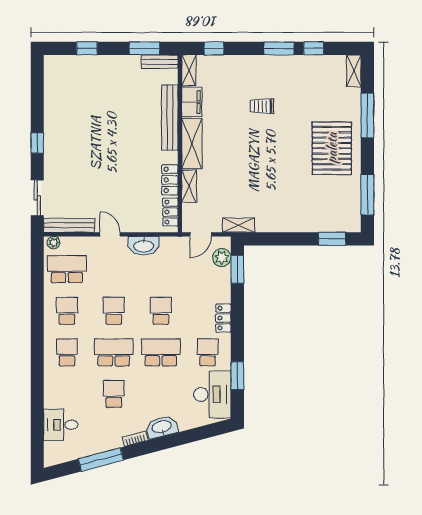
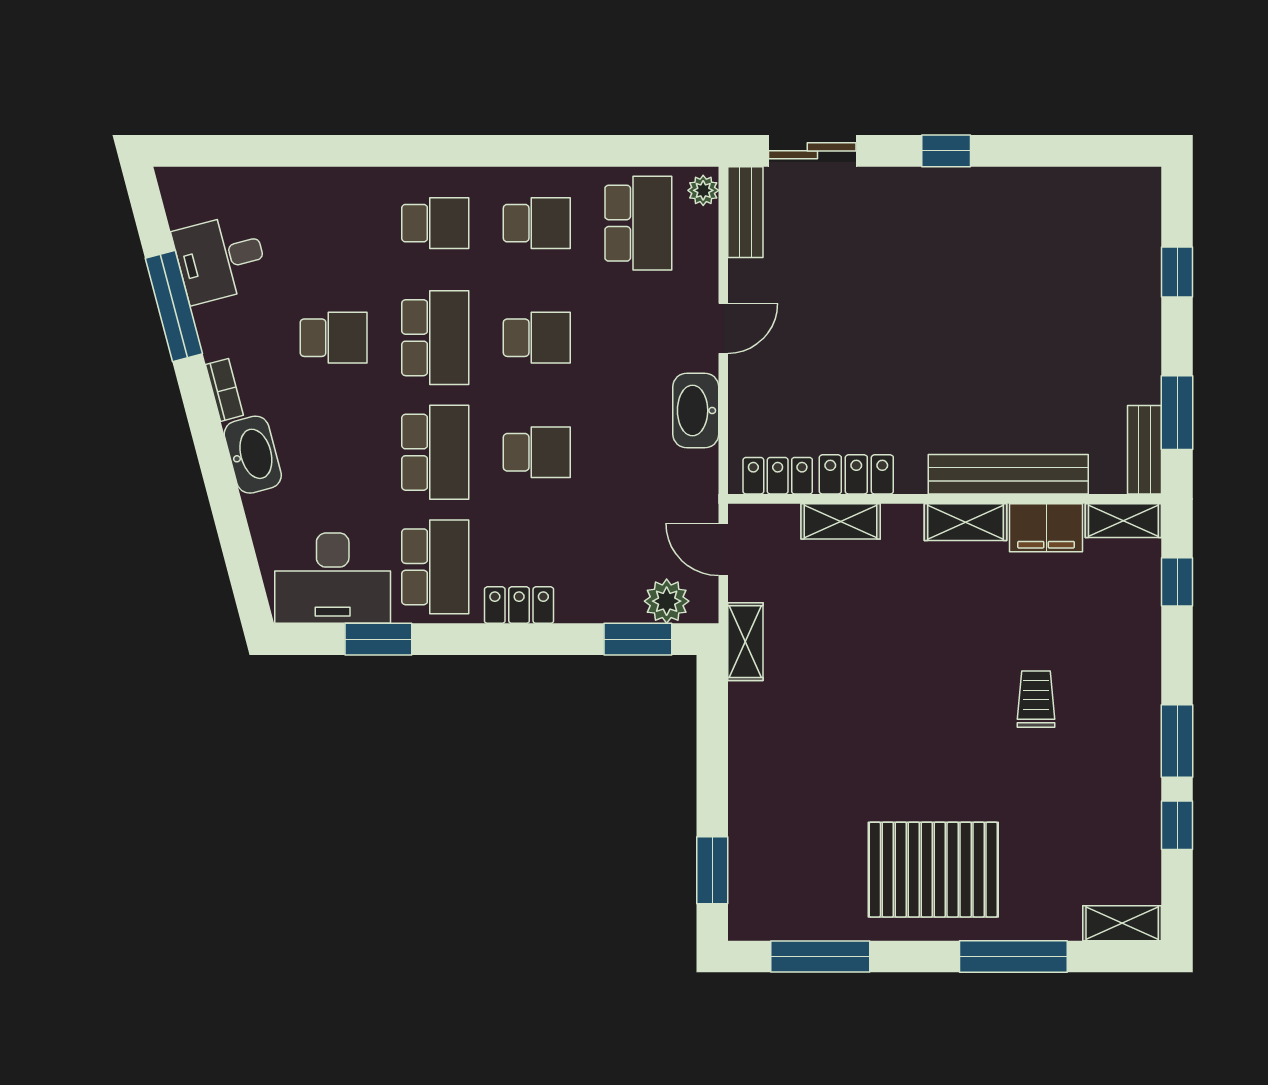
shelving: (192, 144) -> (965, 522), width x0.67, depth x0.75
bench: (69, 225) -> (745, 212), width x0.73
school desk: (208, 352) -> (435, 567), width x1.85
desk: (61, 425) -> (221, 258), moved, turned -105

